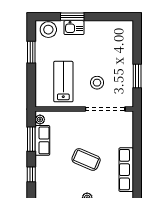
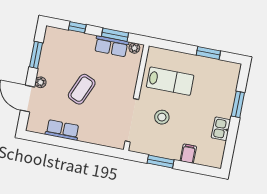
kitchen sink: (74, 28) -> (221, 129), moved
stool: (48, 30) -> (229, 76), removed
filing cabinet: (125, 52) -> (188, 154), added
row of seats: (126, 170) -> (62, 130), width x0.68

